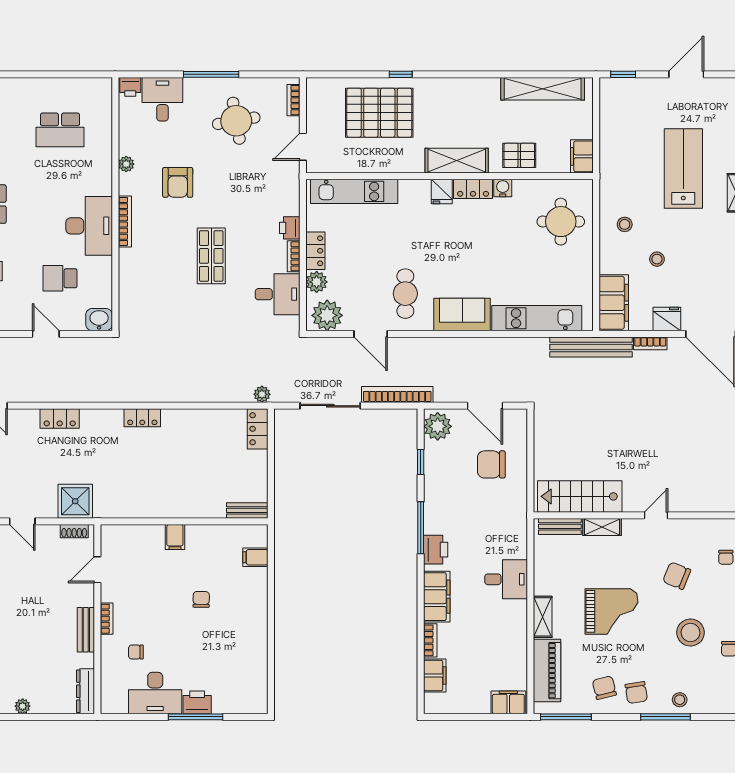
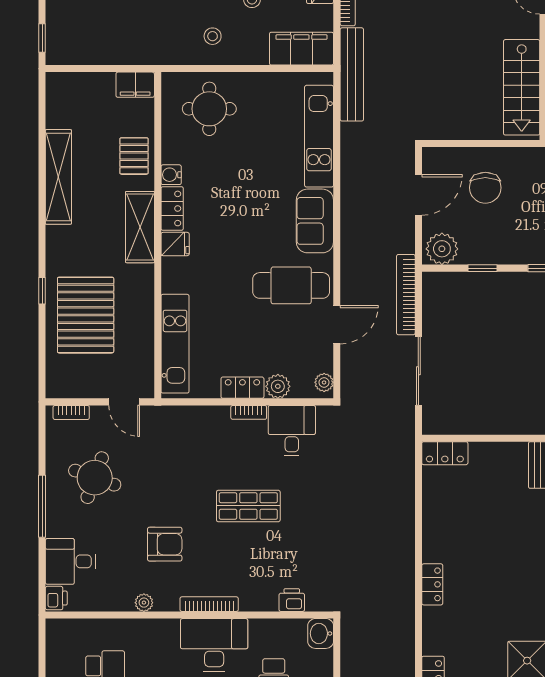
shelving: (543, 89) -> (58, 177), moved
round table: (236, 121) -> (95, 478), turned 30
printer: (290, 228) -> (292, 600), moved, turned 180
cafe table: (405, 294) -> (291, 285), width x1.37, depth x1.35
plant: (327, 315) -> (324, 382), width x0.53, depth x0.53
plant: (262, 394) -> (406, 448), removed

